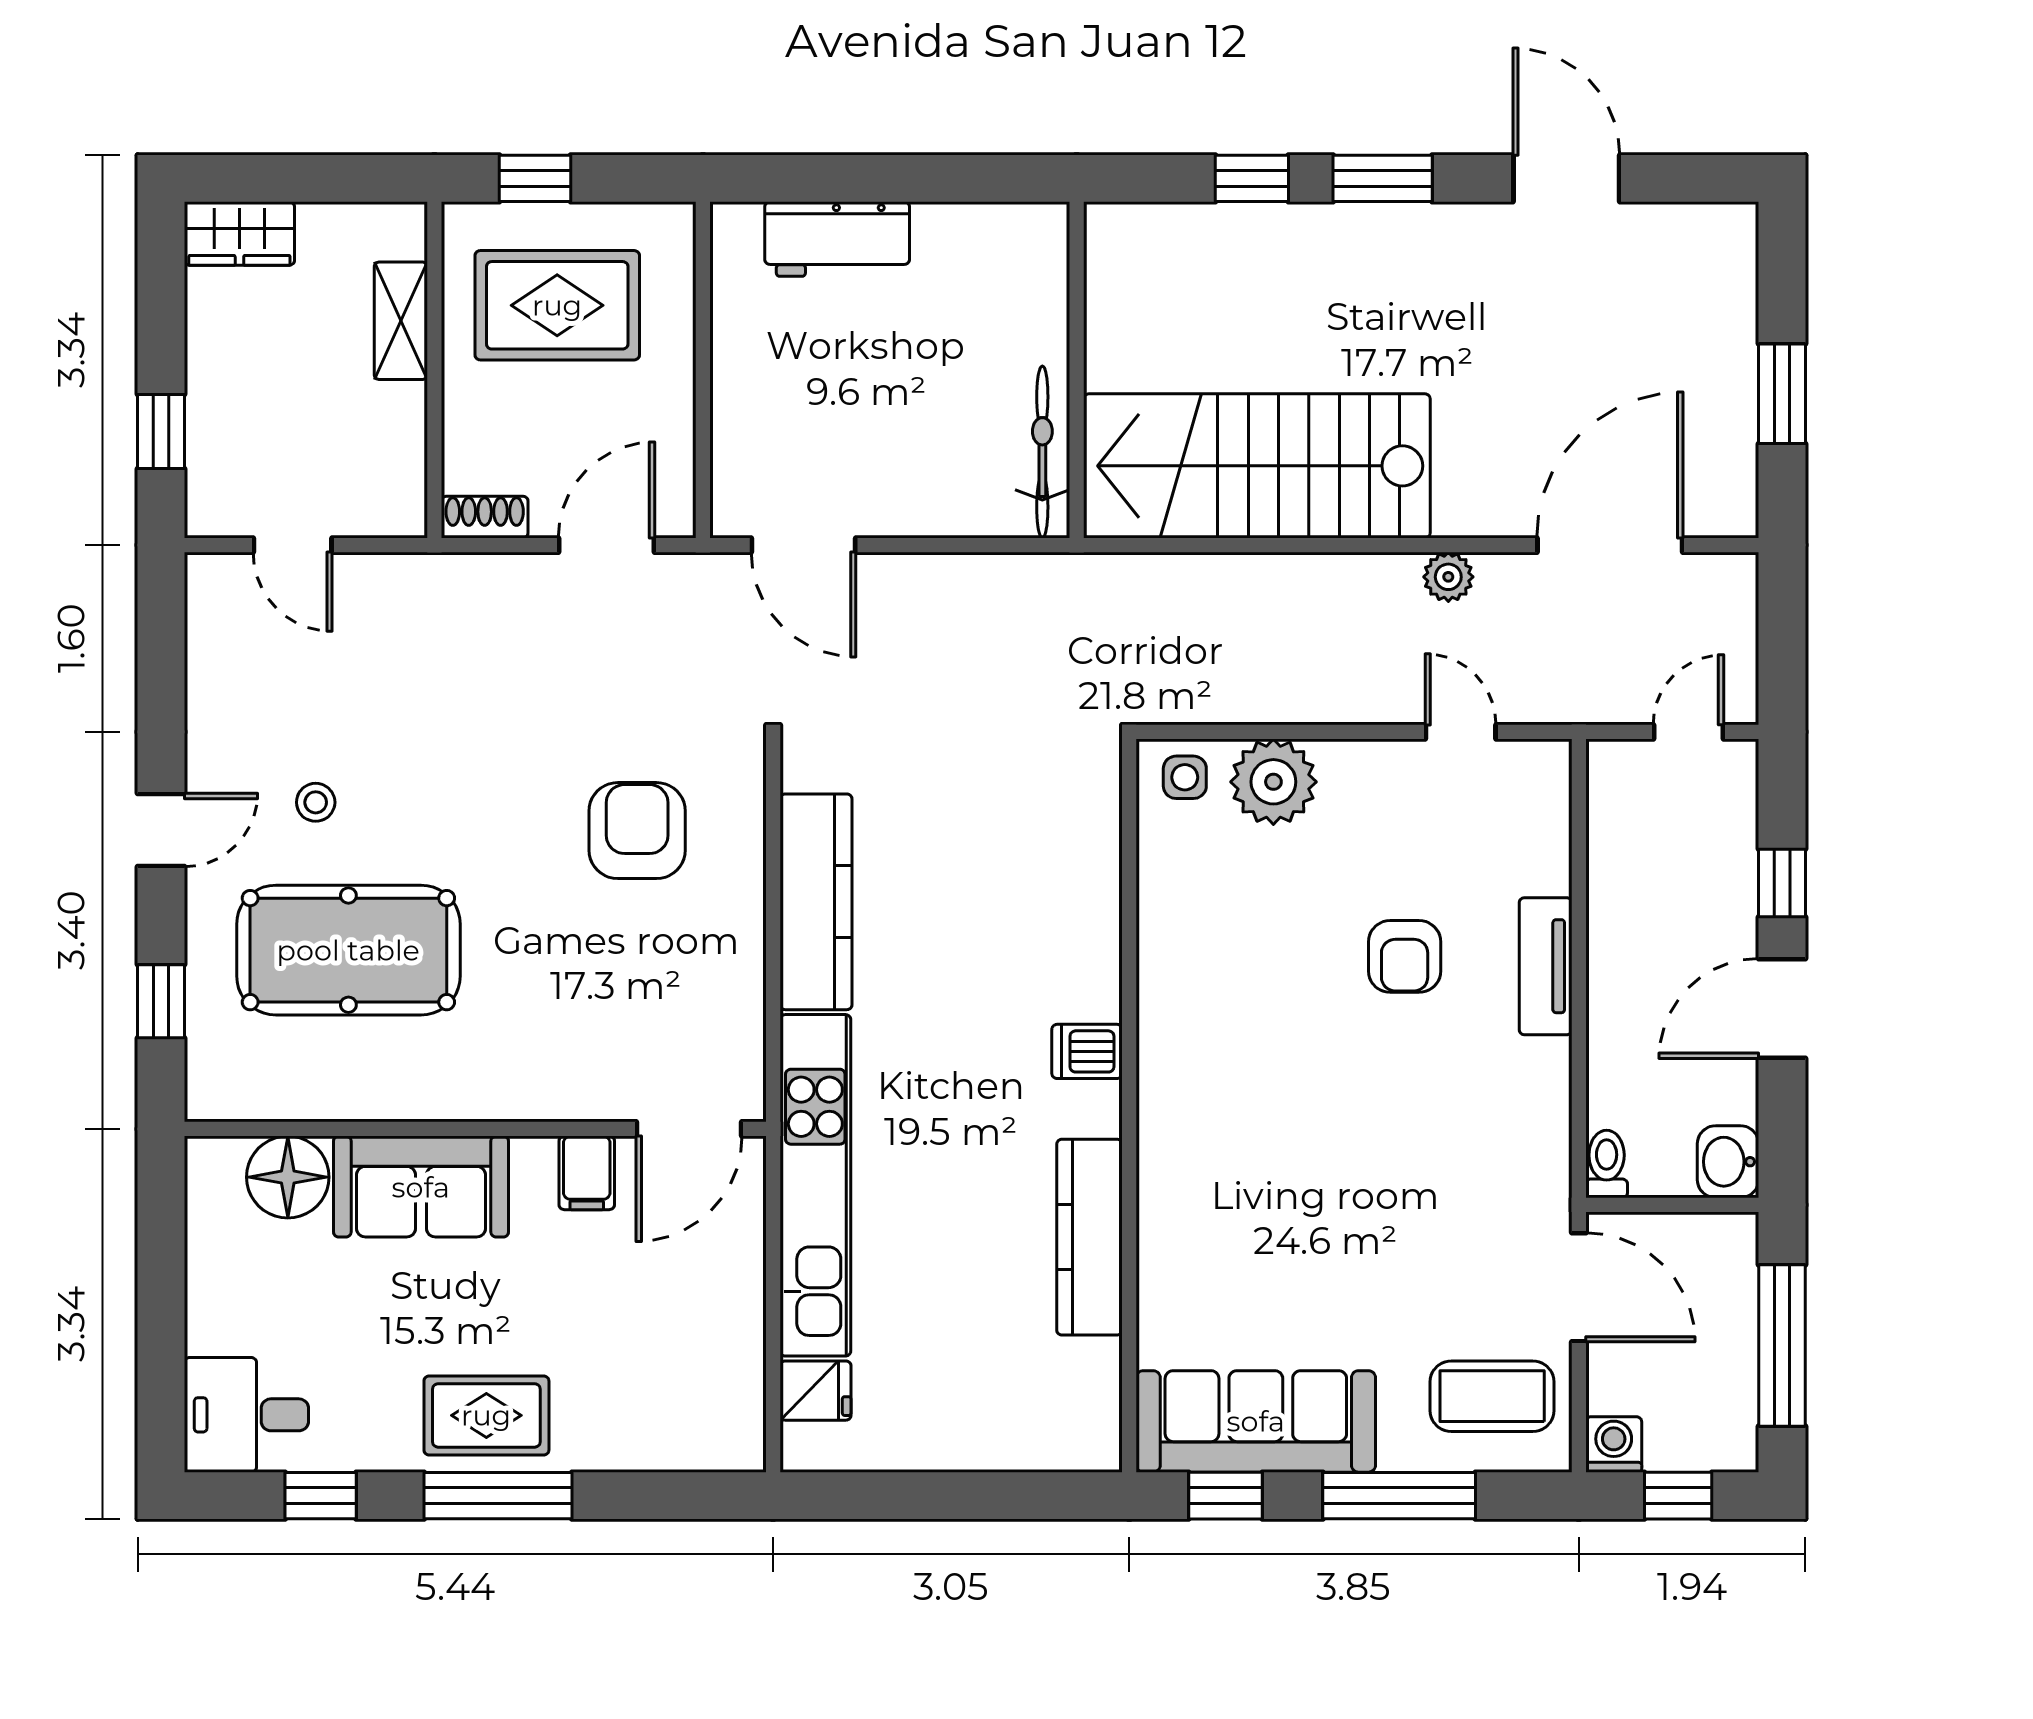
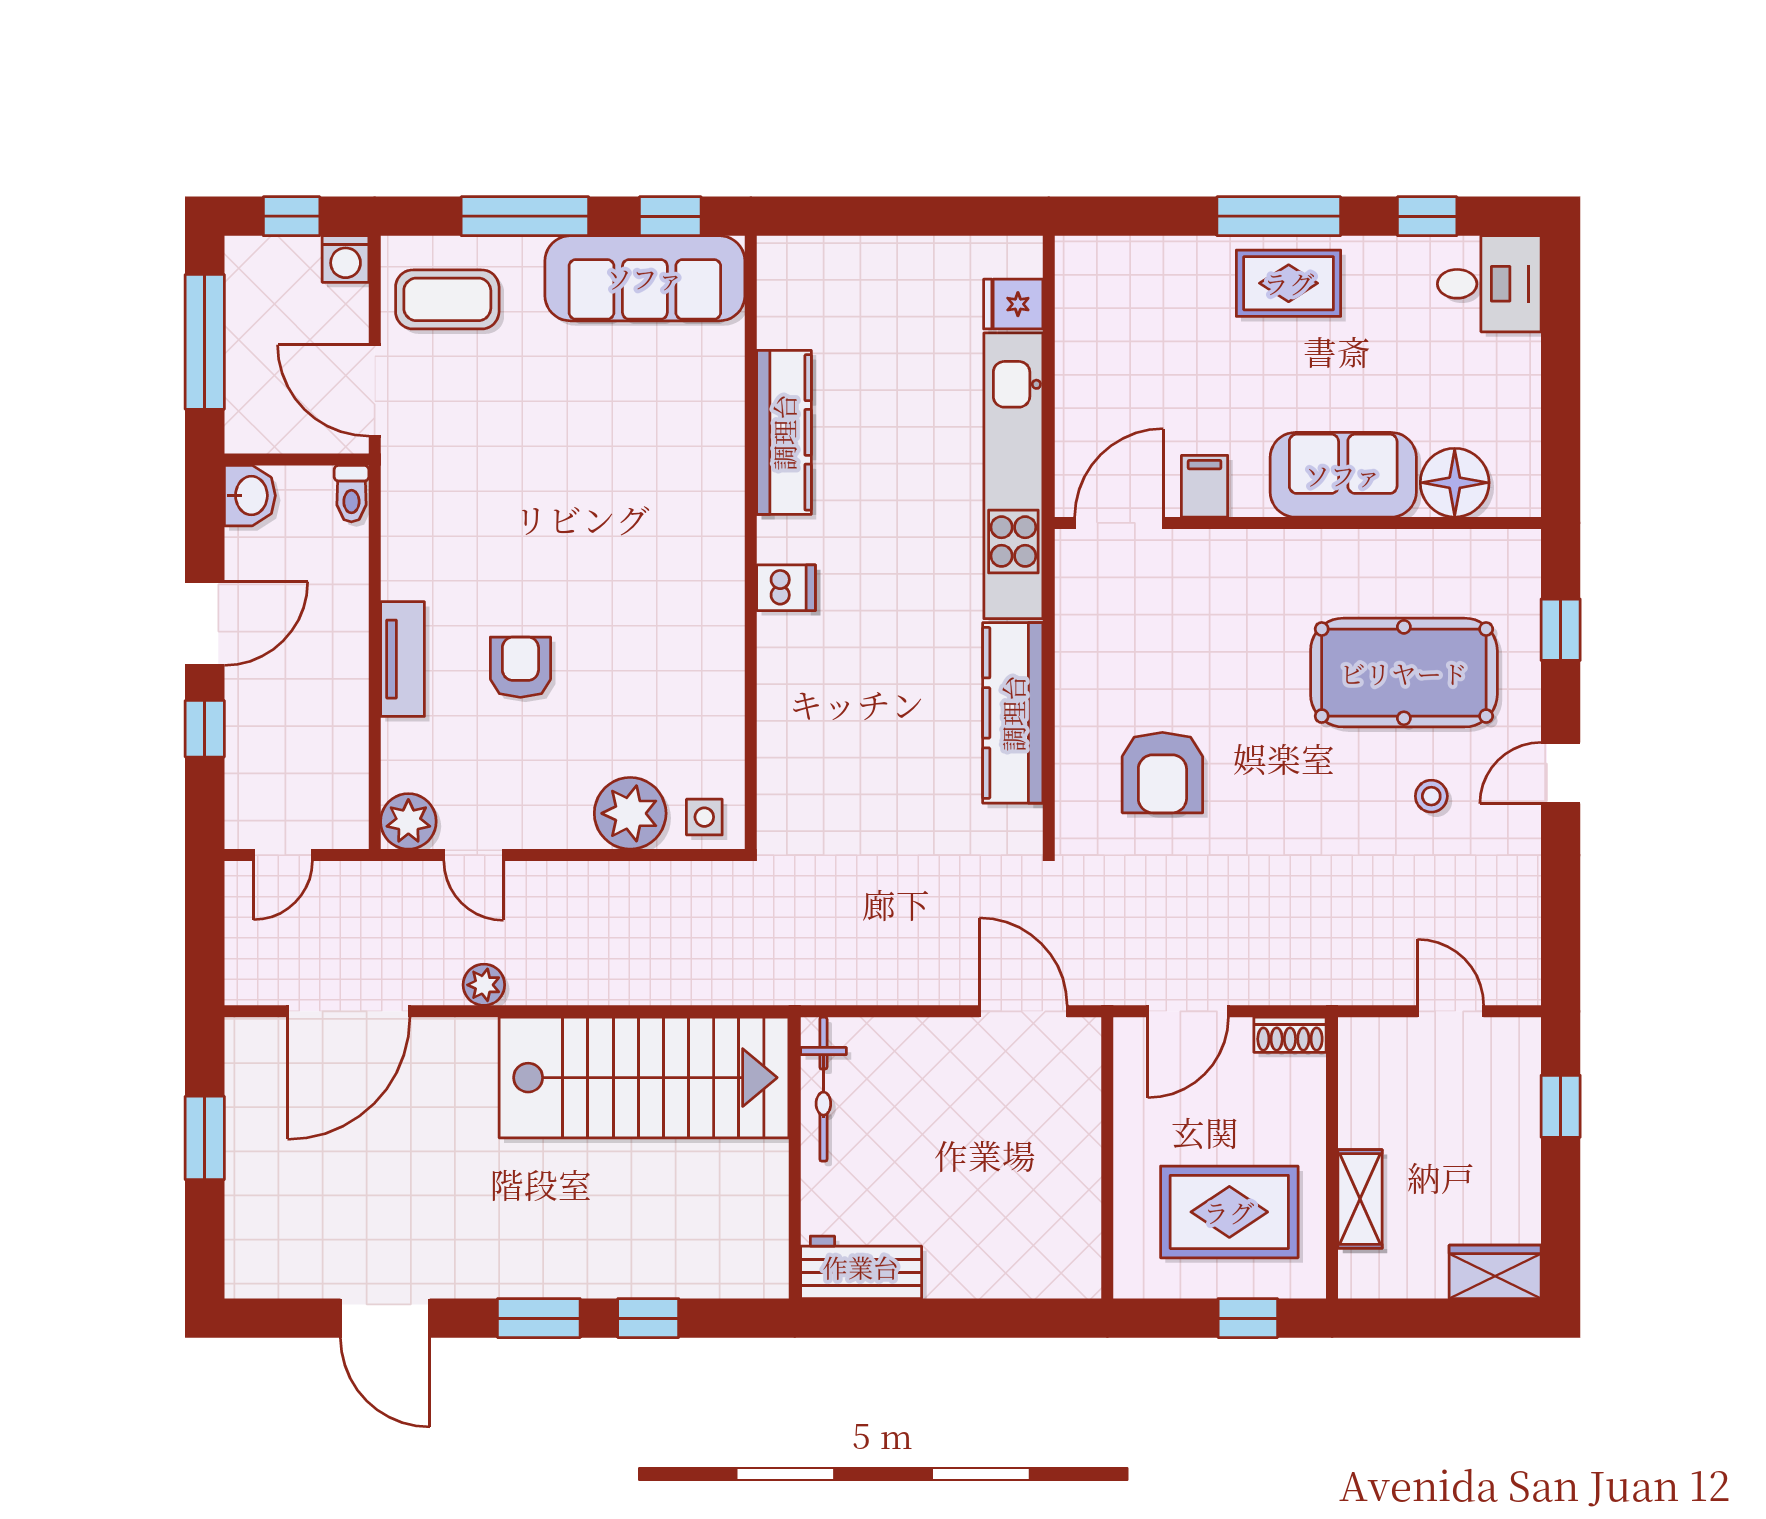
workbench: (837, 239) -> (861, 1267), moved
plant: (1539, 772) -> (408, 821), added

